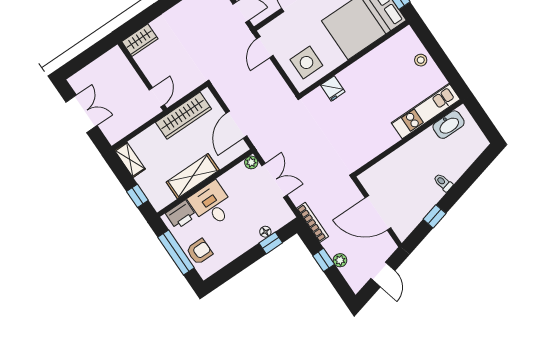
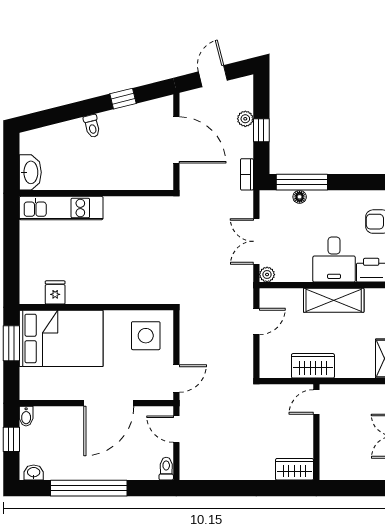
stool: (421, 60) -> (32, 261), removed
fridge: (333, 88) -> (55, 292), moved
wardrobe: (183, 116) -> (313, 366), width x0.67
door: (236, 125) -> (256, 321), width x0.73
washbasin: (449, 125) -> (30, 172), moved, turned 90
bookcase: (313, 222) -> (247, 174), width x0.64
window: (271, 243) -> (302, 182), width x2.17

